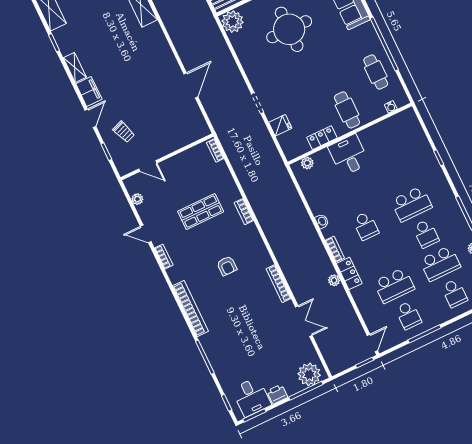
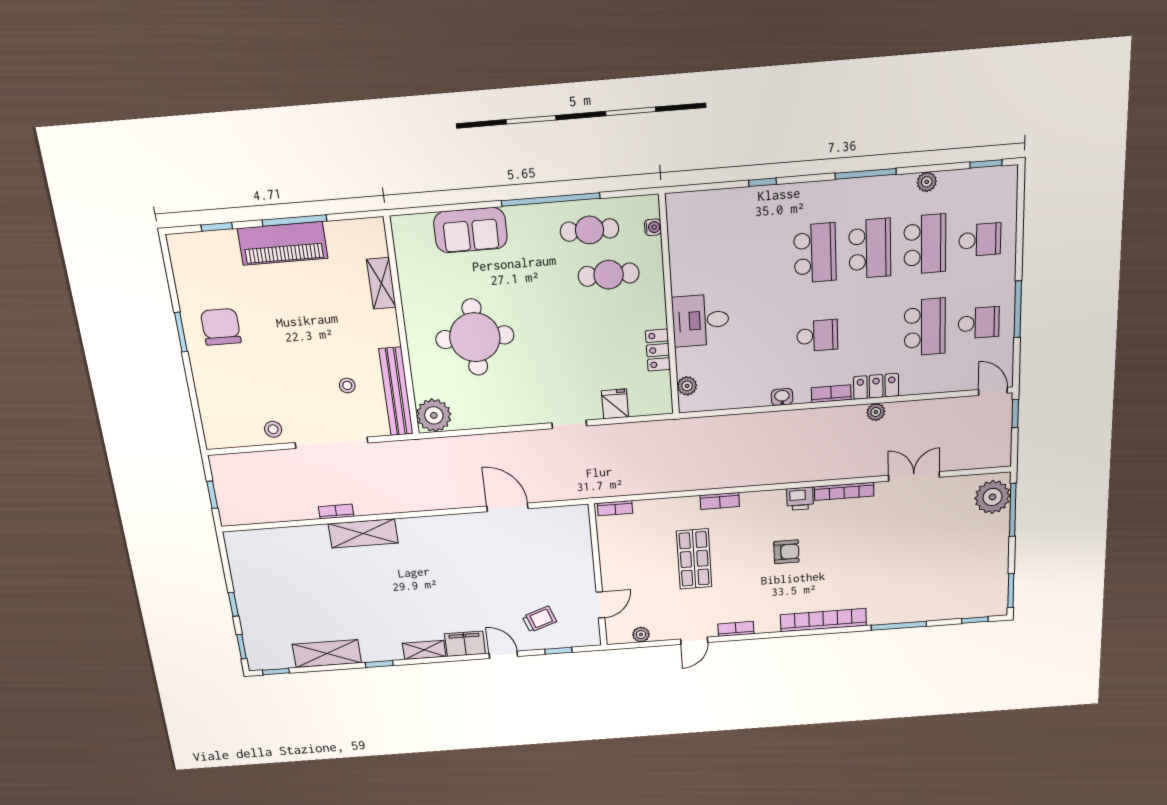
cafe table: (347, 110) -> (609, 275), moved
school desk: (426, 234) -> (870, 249), width x1.85
printer: (277, 394) -> (800, 499), moved, turned -90
desk: (251, 397) -> (984, 585), removed

